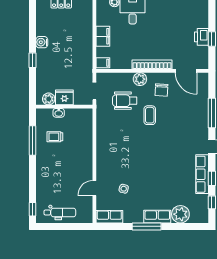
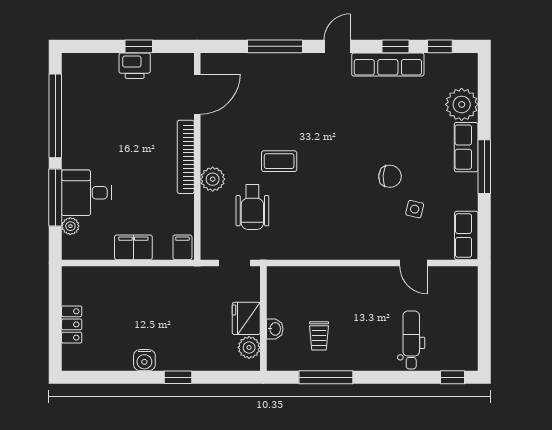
chair: (161, 90) -> (390, 176), moved
dental chair: (60, 212) -> (411, 340), moved

